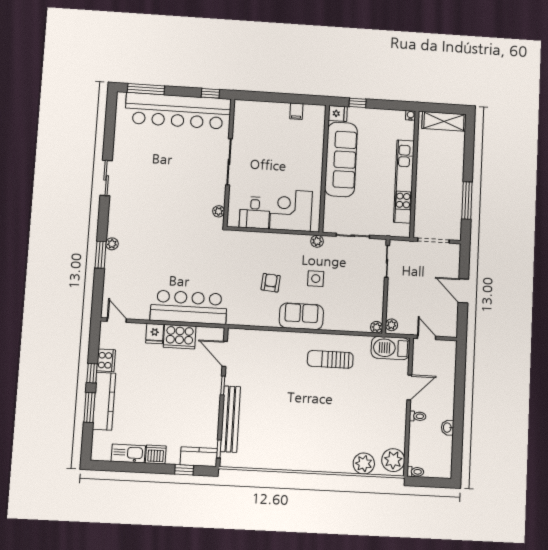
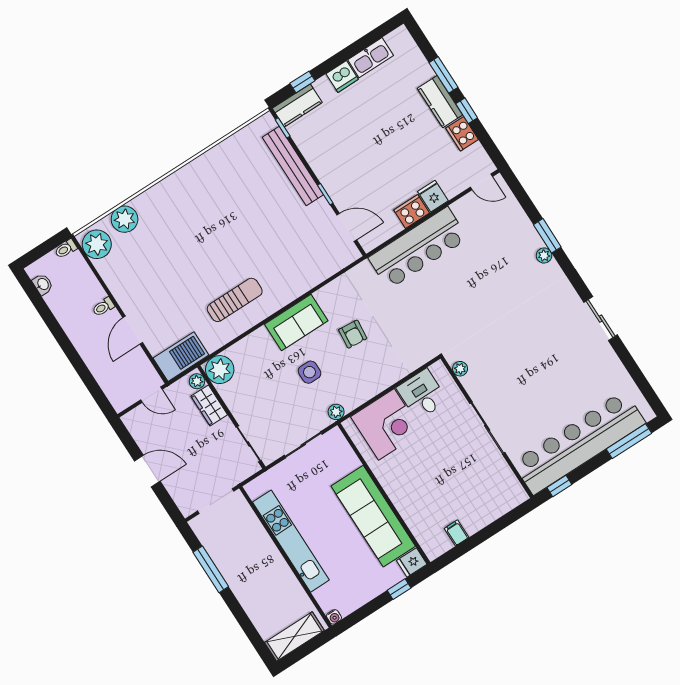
wardrobe: (395, 304) -> (209, 405), added
plant: (377, 327) -> (220, 370), width x1.88, depth x1.88
cooker: (180, 337) -> (412, 211), width x0.73, depth x0.76
kitchen counter: (104, 401) -> (440, 102), width x0.67
washbasin: (448, 428) -> (43, 284), moved

